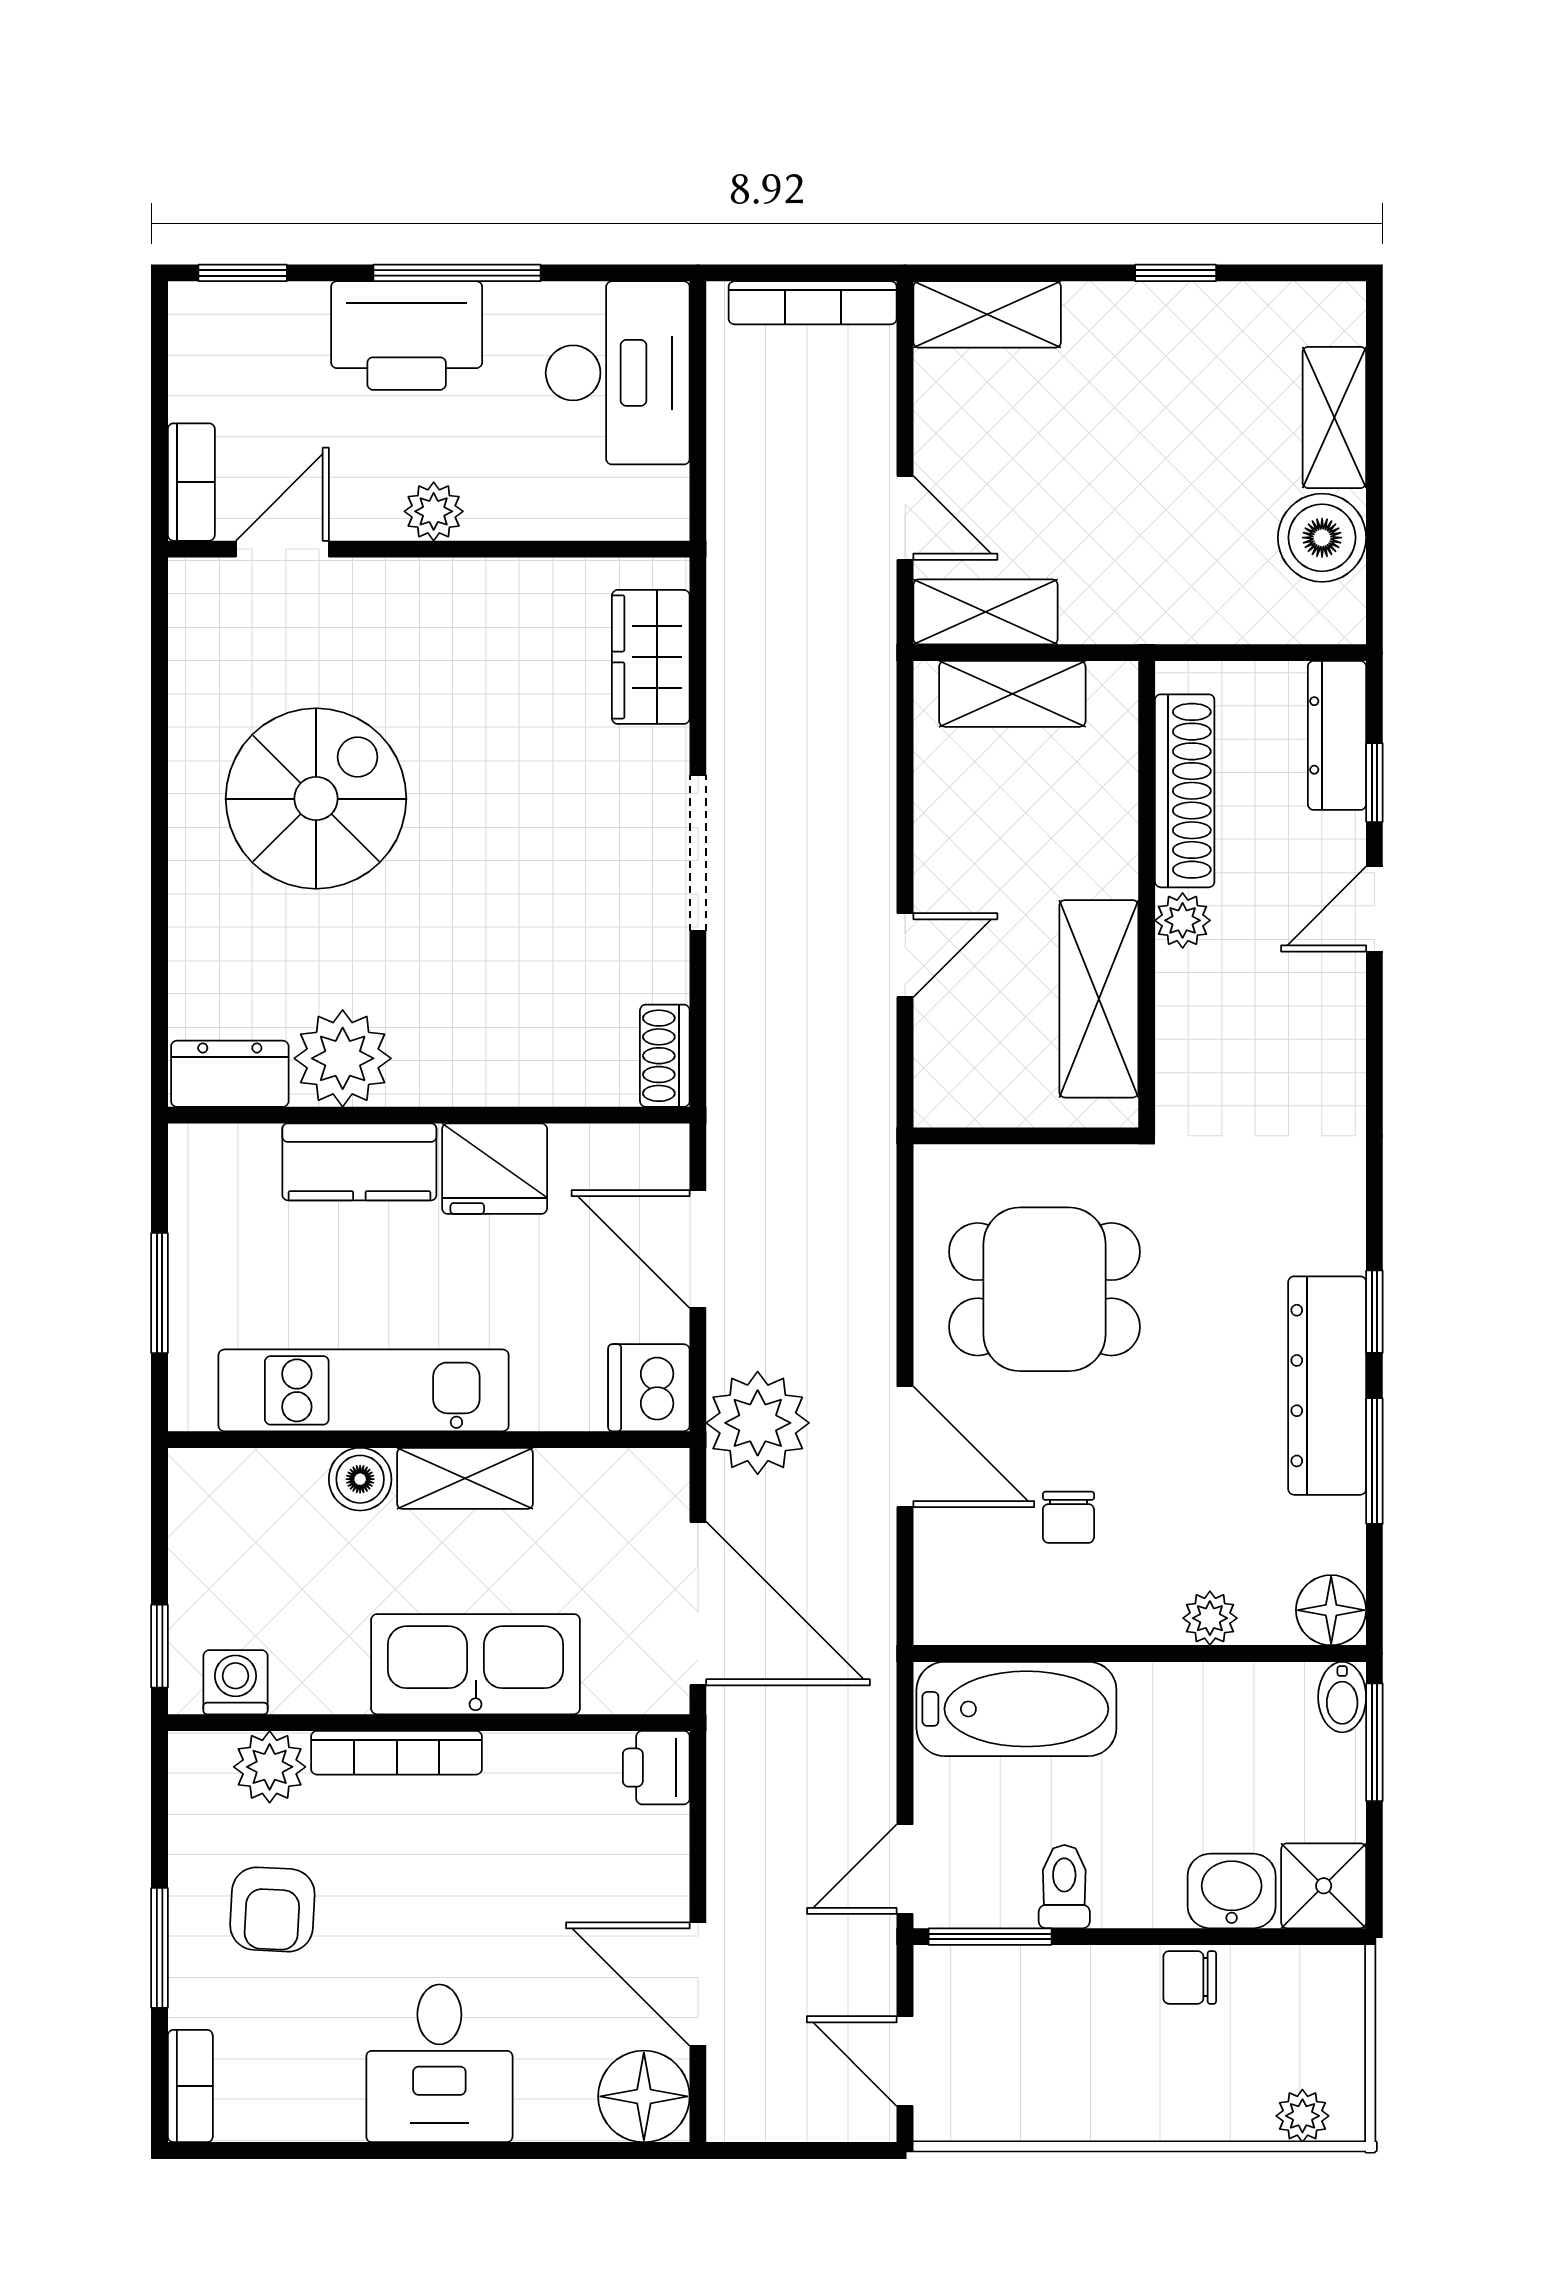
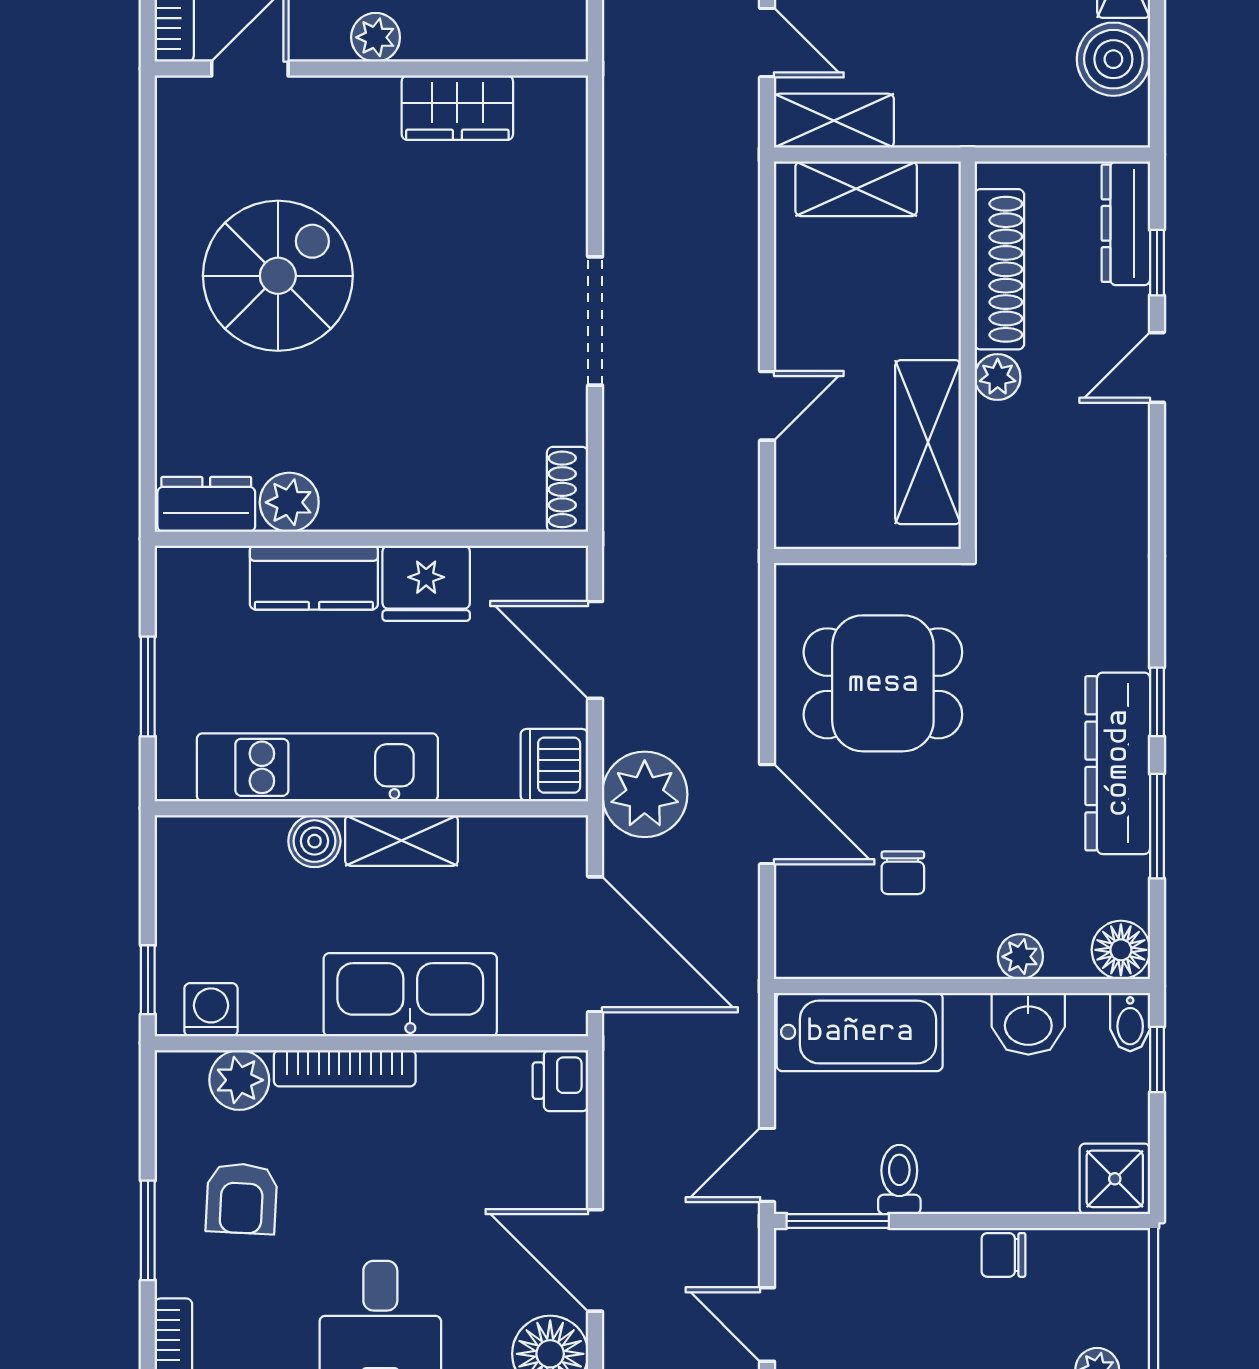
wardrobe: (651, 657) -> (457, 108), moved, turned -90
plant: (343, 1058) -> (289, 502), width x0.73, depth x0.73
window: (1374, 1742) -> (1157, 1060), width x0.67
washbasin: (1232, 1891) -> (1028, 1024), moved, turned 180

